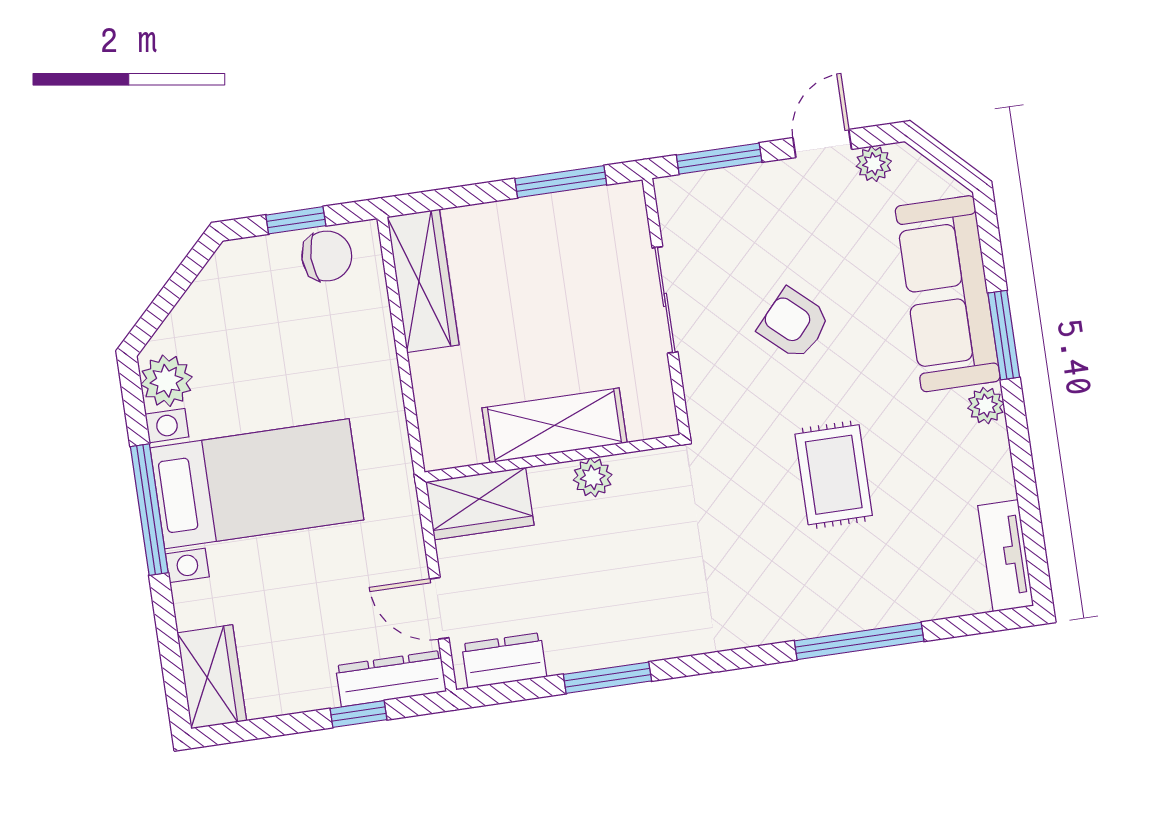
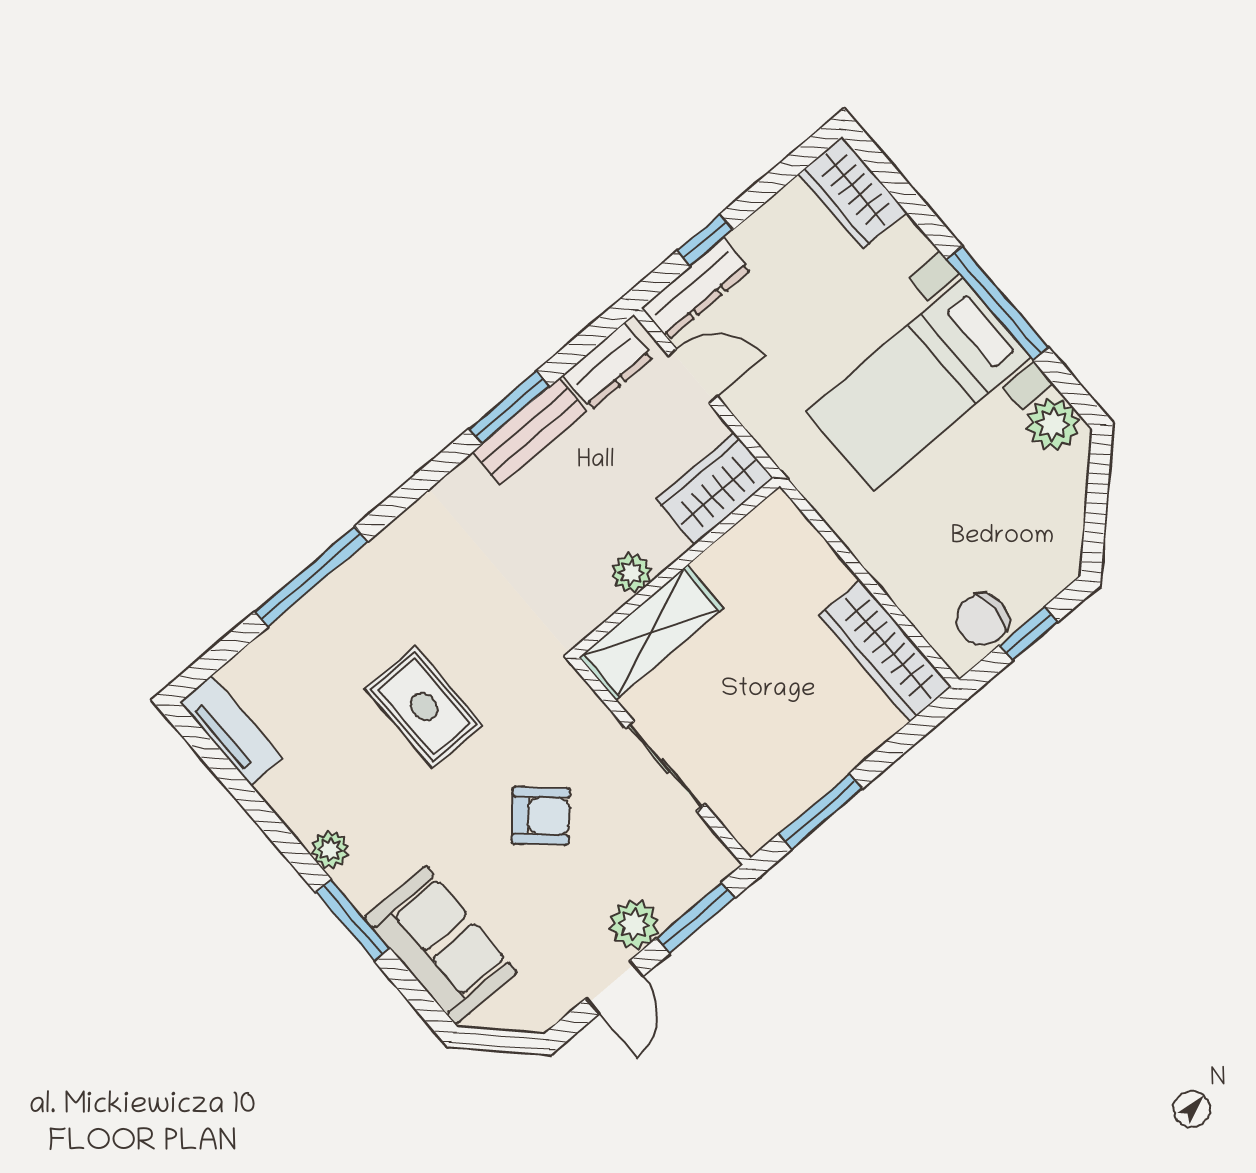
plant: (874, 164) -> (634, 924), moved, width x1.38, depth x1.38
sofa: (948, 294) -> (441, 945), width x0.73
shelving: (554, 425) -> (651, 633), moved
bench: (603, 647) -> (530, 431), added

